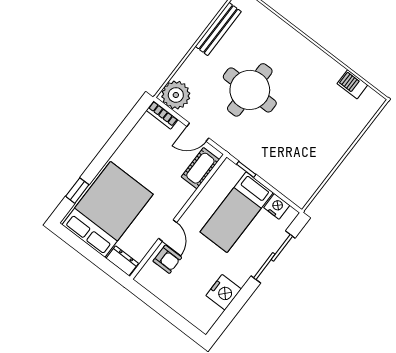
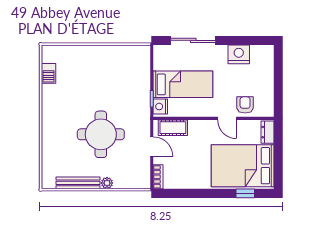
plant: (176, 95) -> (107, 183), moved, width x0.53, depth x0.53
nightstand: (277, 206) -> (160, 107), moved
door: (168, 230) -> (227, 118), swing flipped

